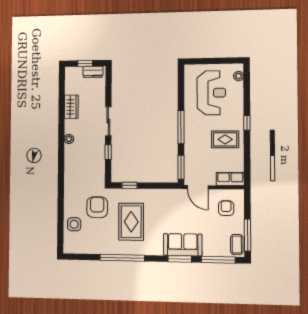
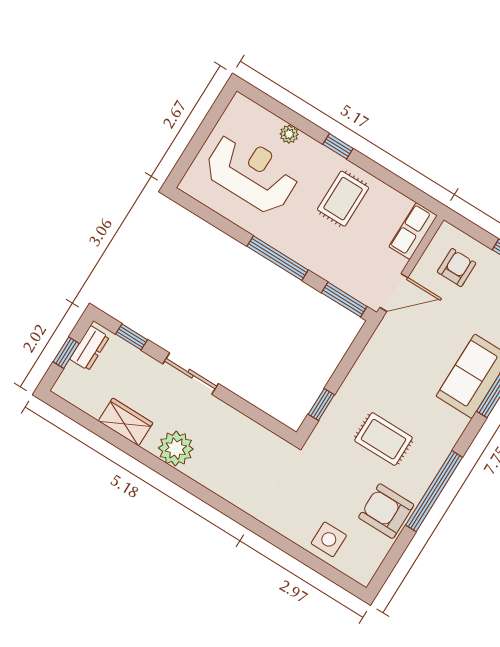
plant: (239, 76) -> (289, 134), moved
plant: (69, 139) -> (176, 449), width x1.87, depth x1.87
window: (108, 152) -> (132, 337), moved
armchair: (97, 207) -> (386, 511), moved
armchair: (226, 208) -> (457, 268), turned 90
rug: (131, 222) -> (383, 439), width x0.73, depth x0.70

